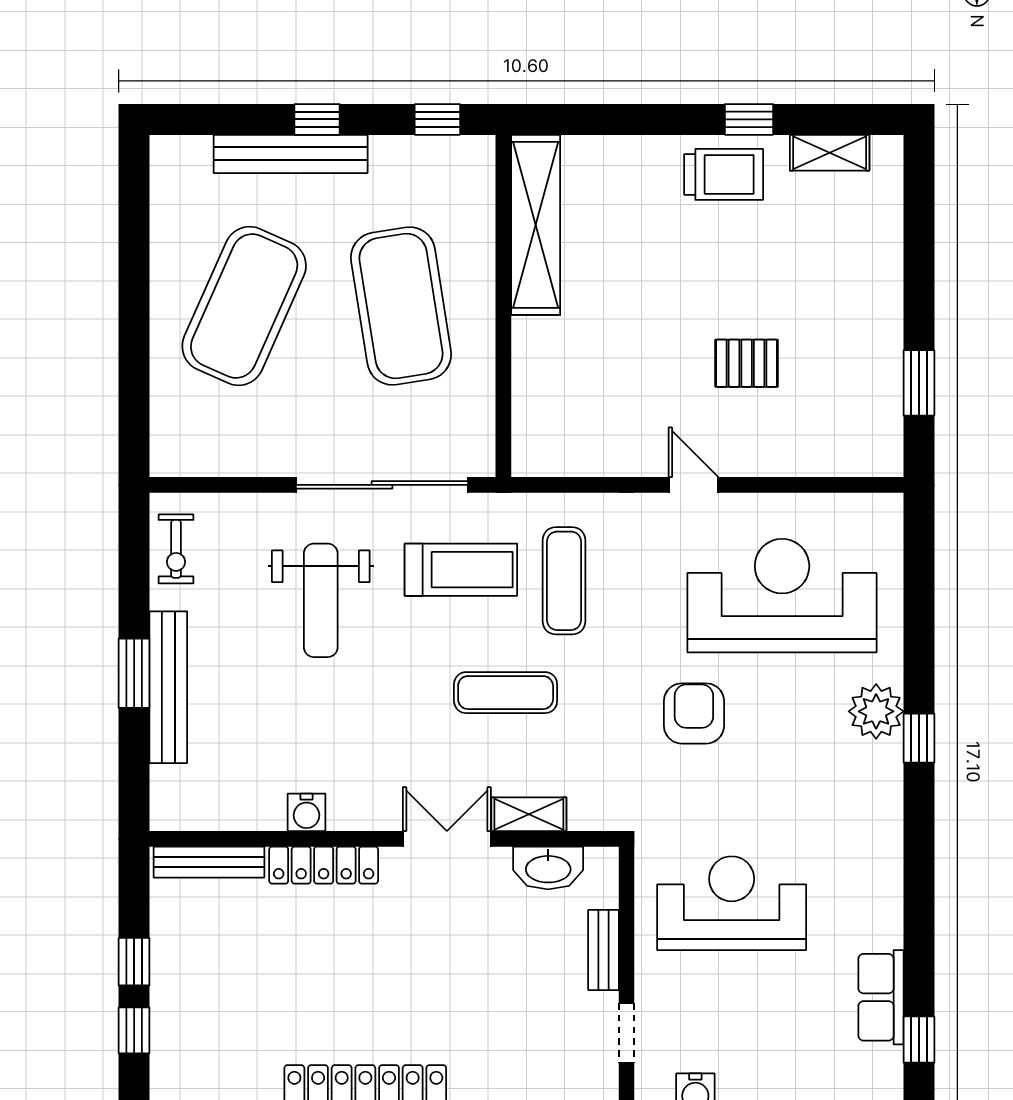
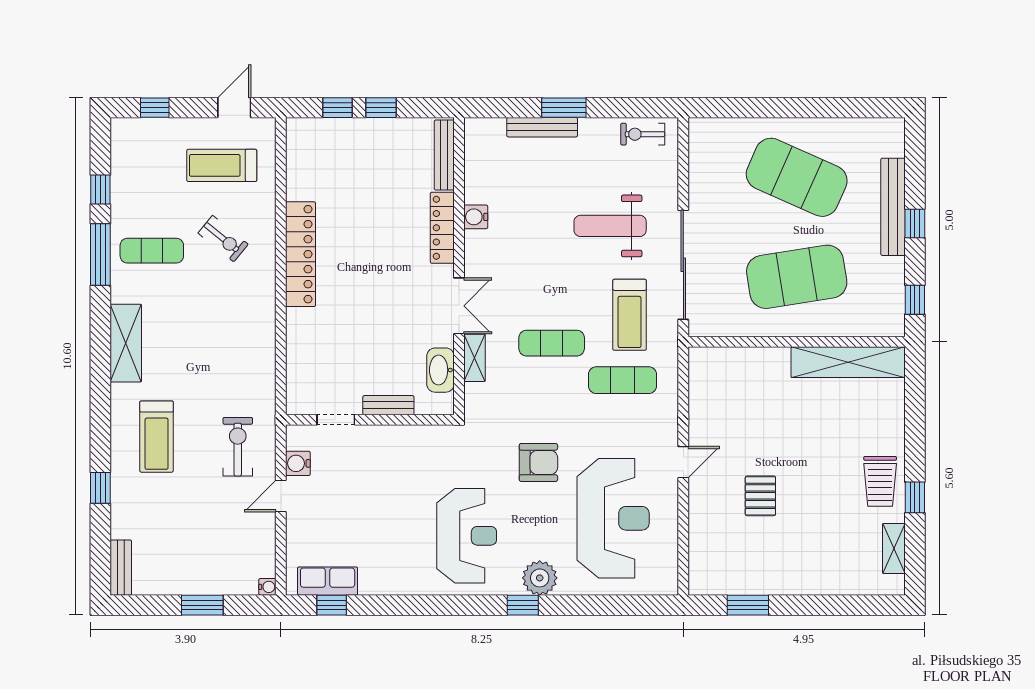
bench: (168, 687) -> (542, 127), width x0.73, depth x0.82
exercise mat: (506, 693) -> (552, 343), turned 90
reception desk: (732, 903) -> (467, 536), moved
row of seats: (881, 997) -> (328, 581), moved

